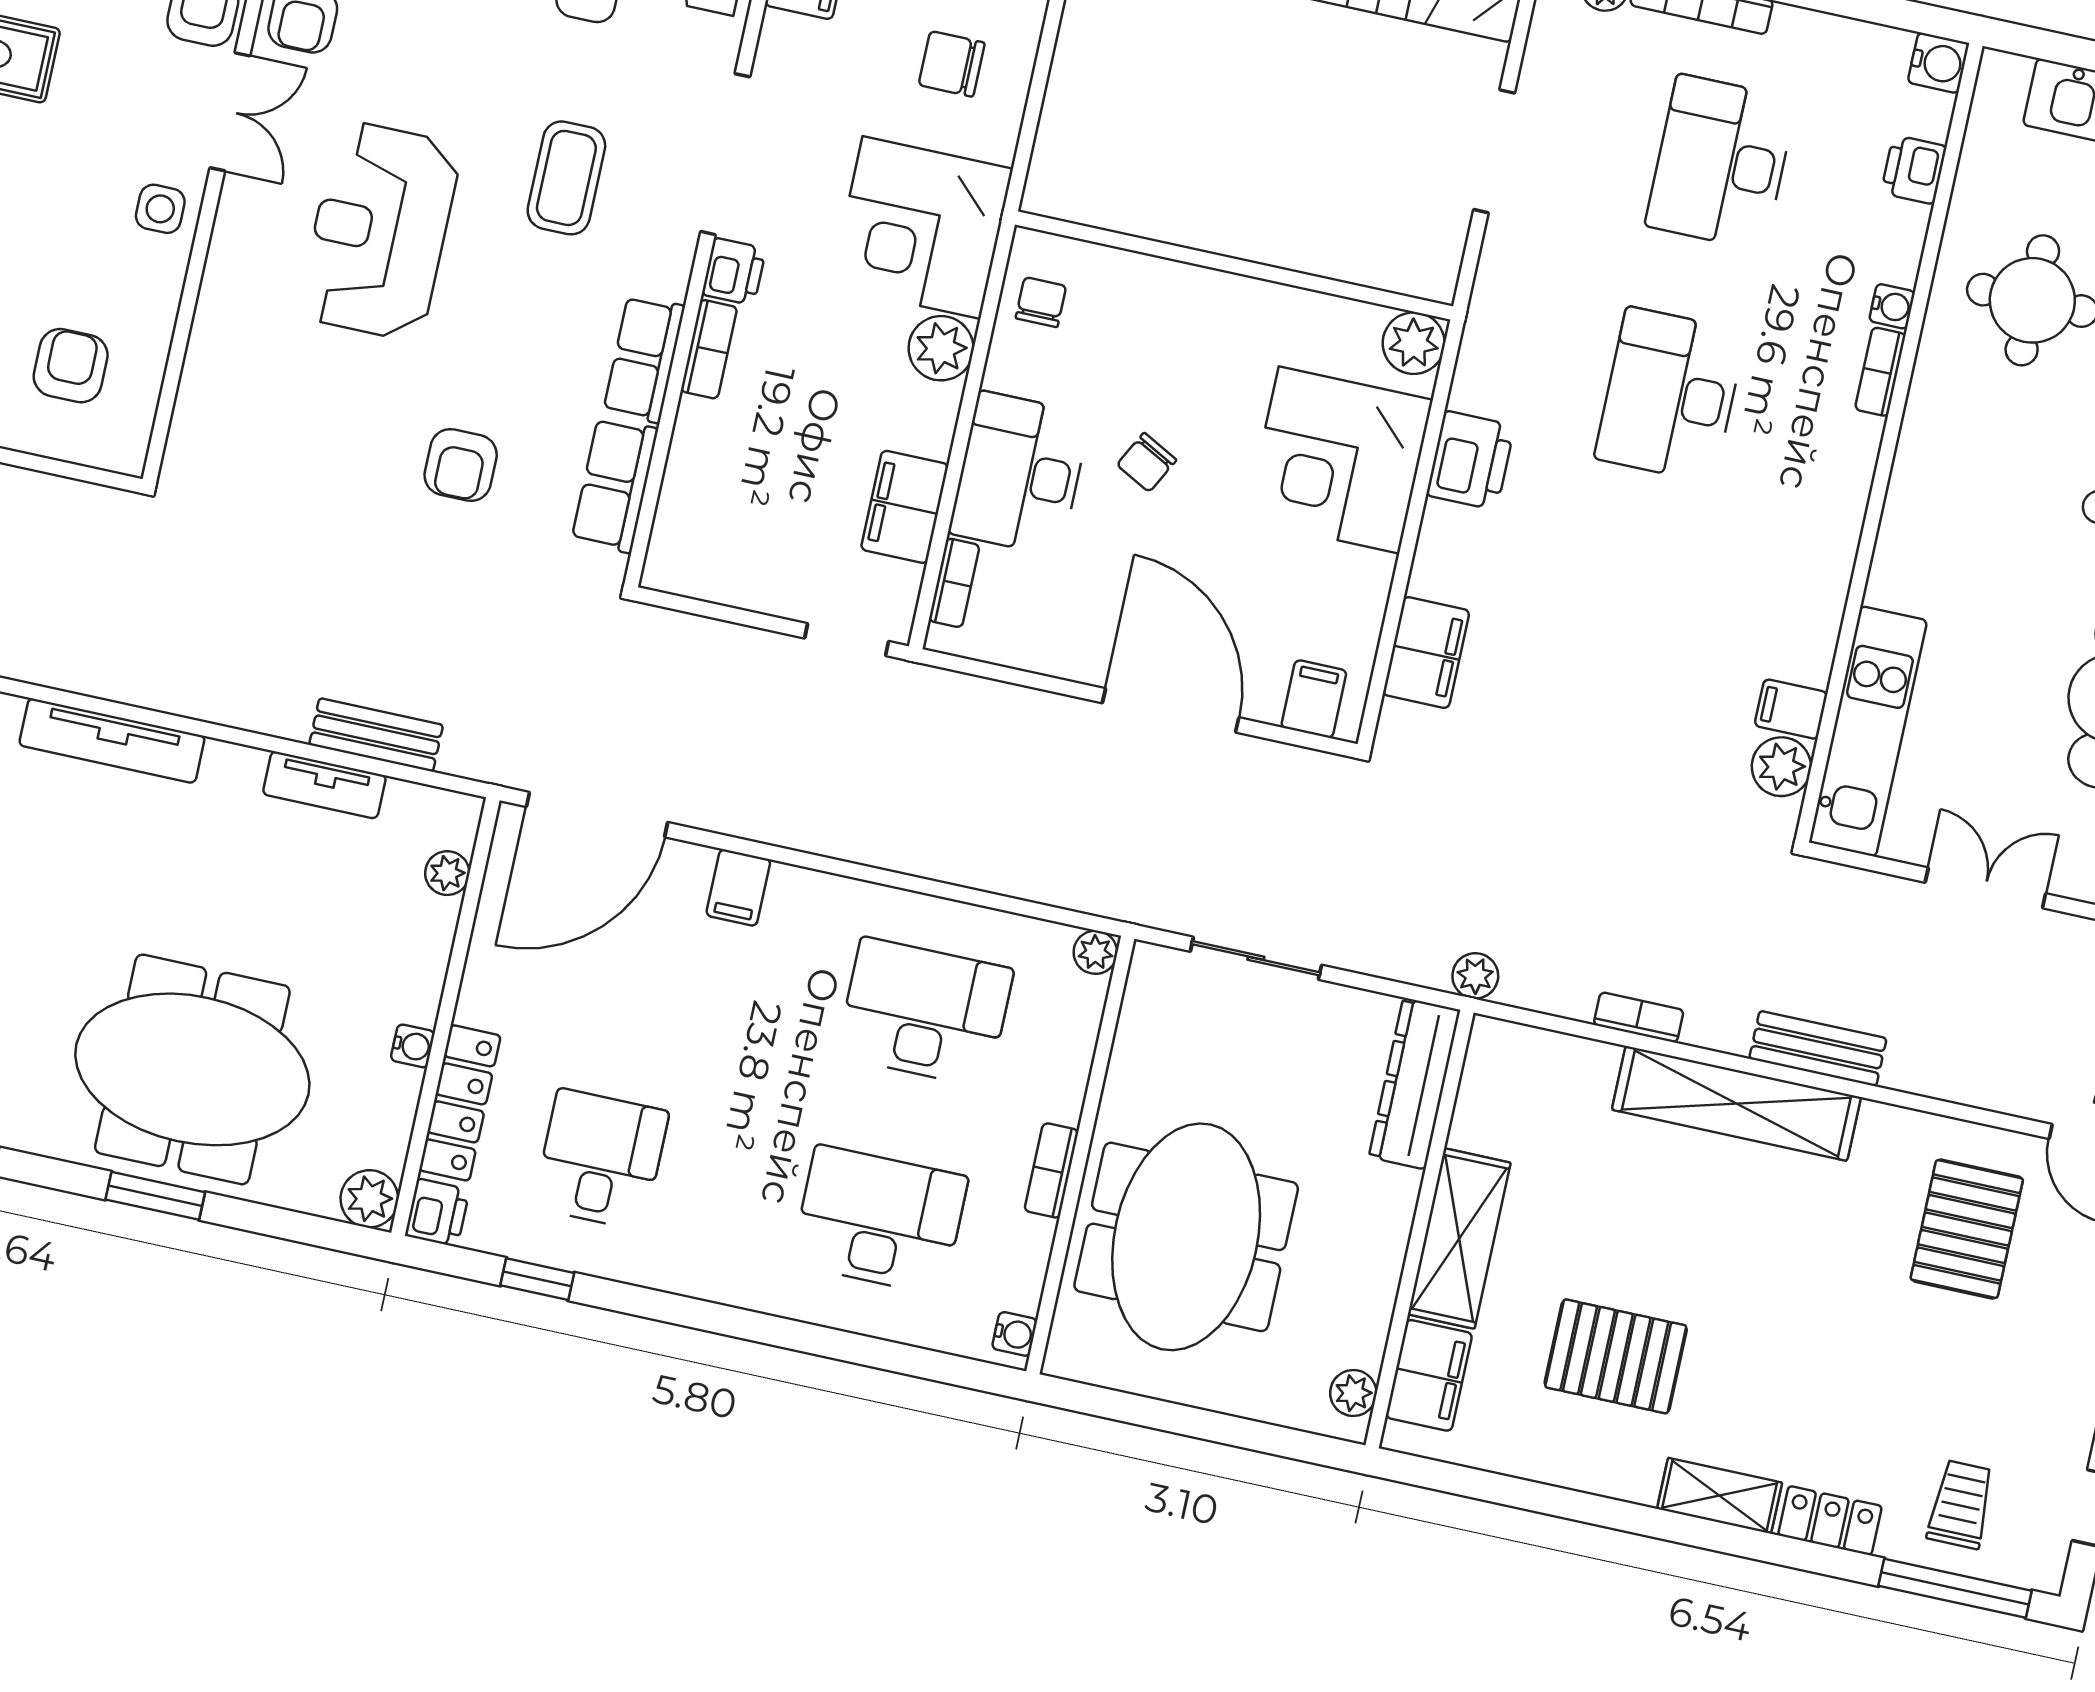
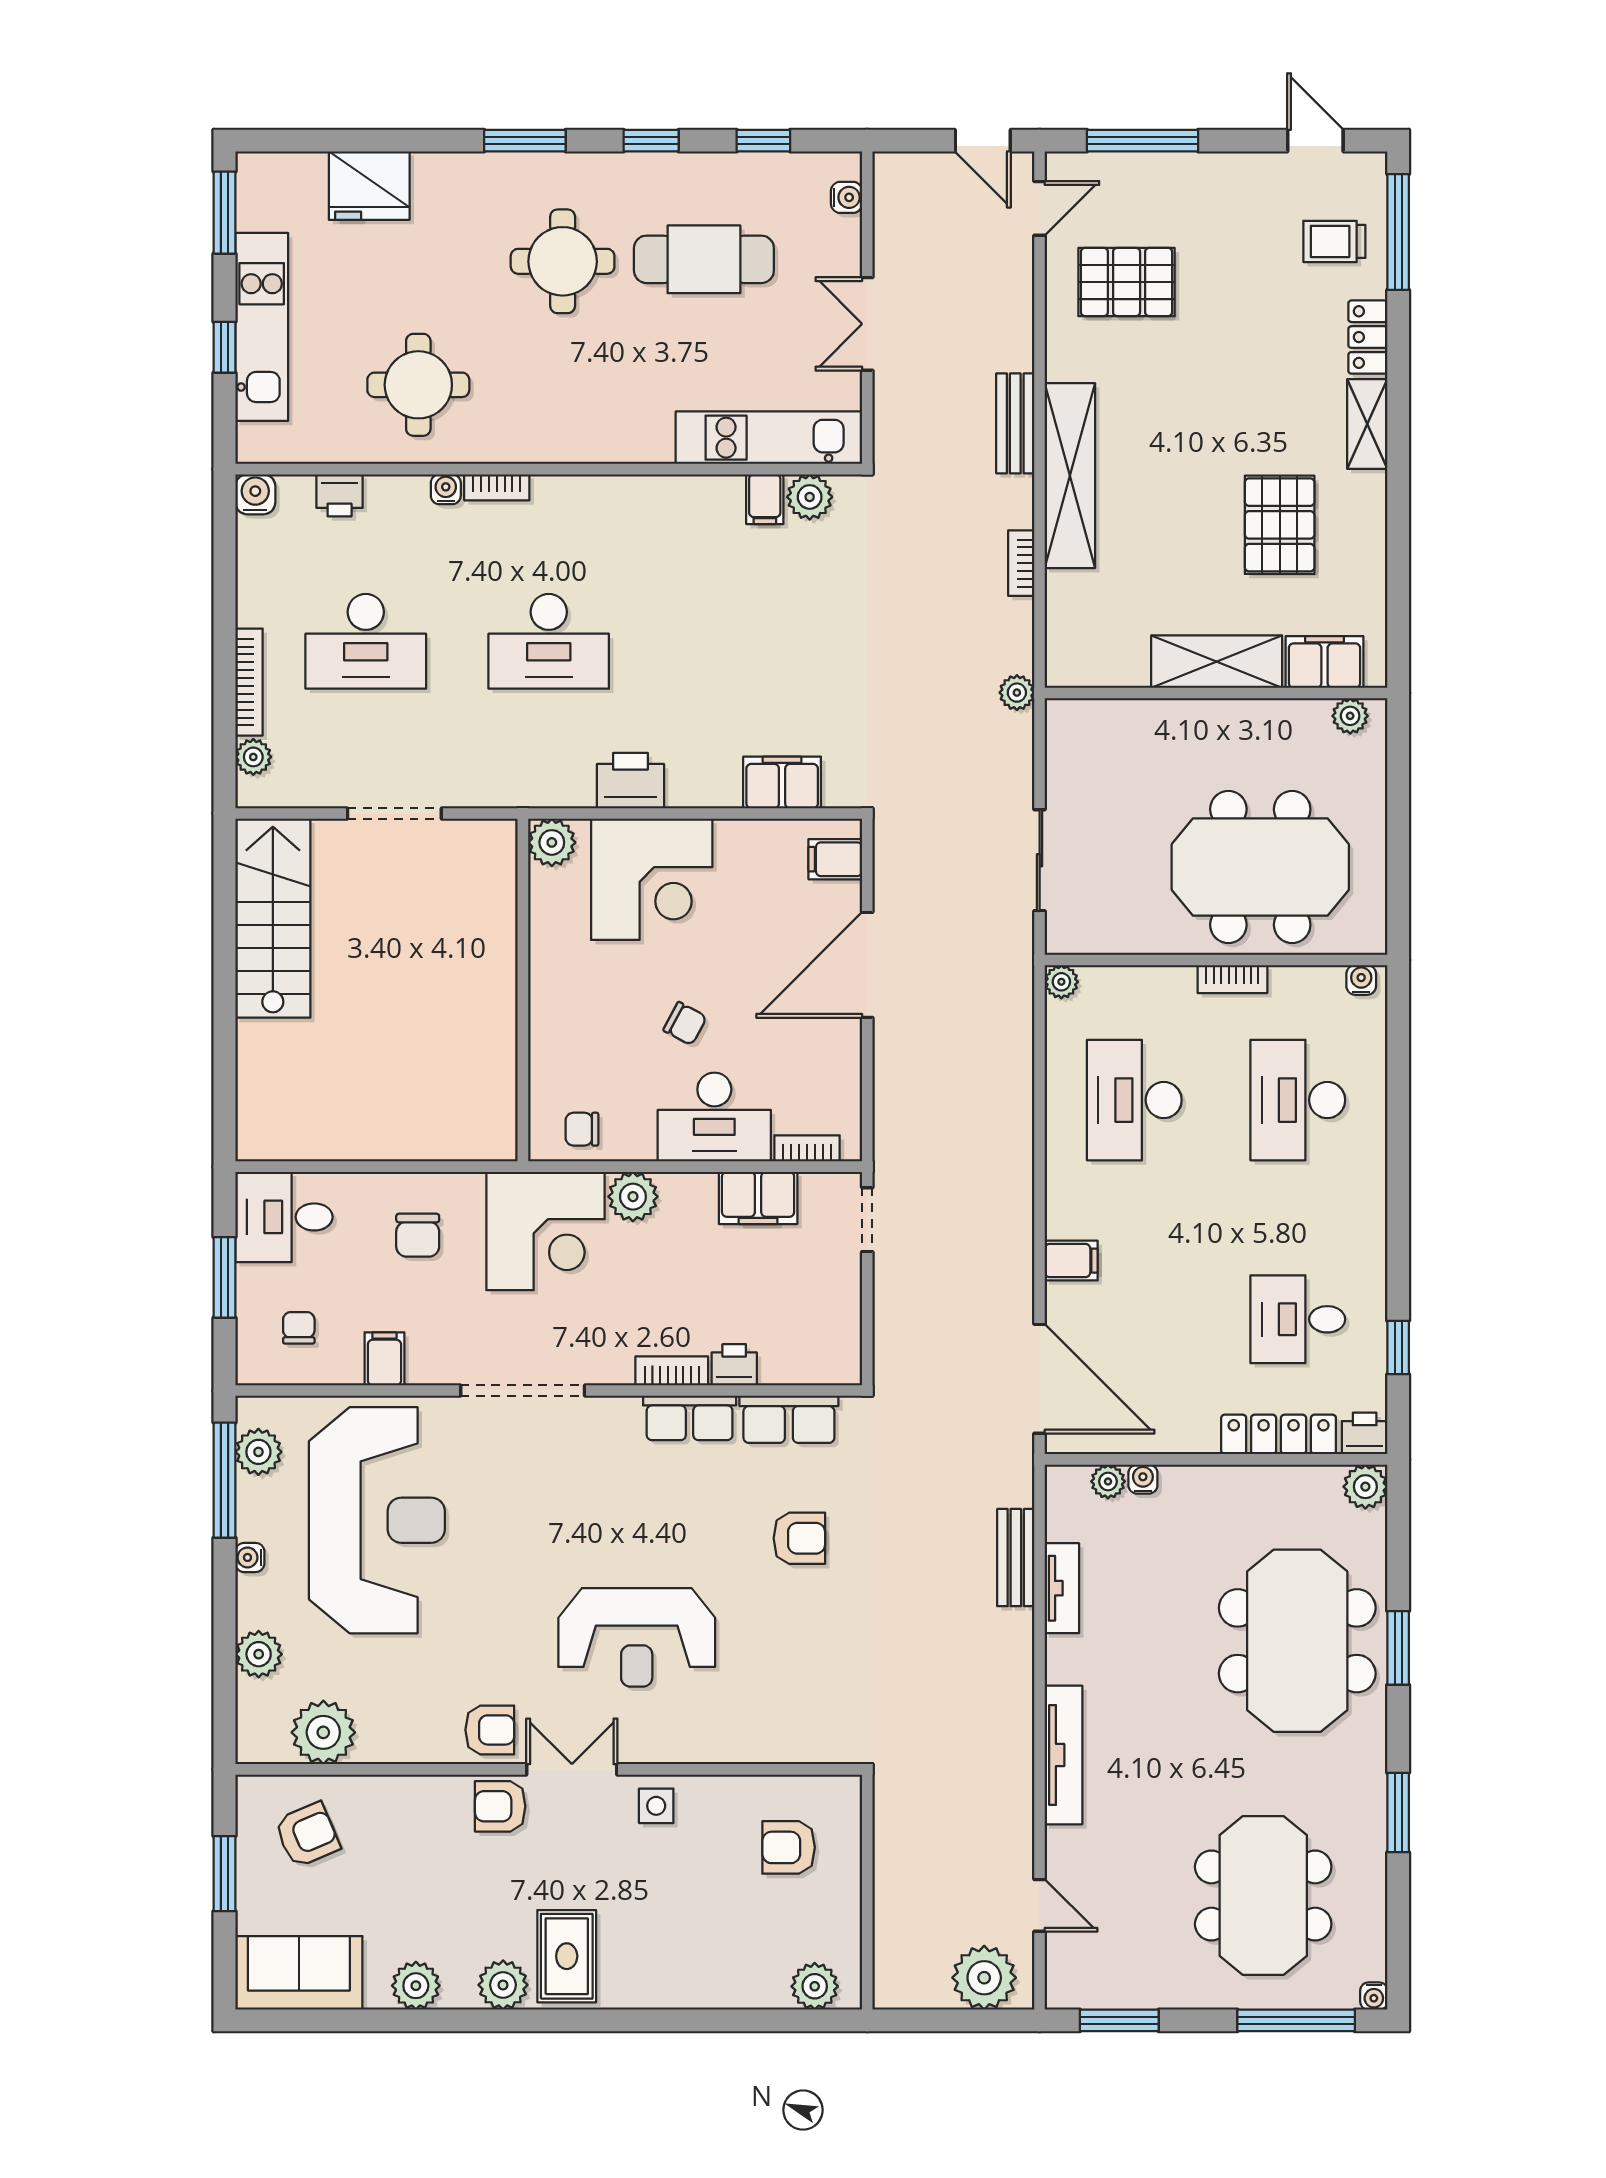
coffee table: (566, 178) -> (566, 1506), removed
printer: (734, 272) -> (734, 1365), moved
water cooler: (413, 1046) -> (1143, 1479), moved
dresser: (1415, 1084) -> (1108, 721), removed

